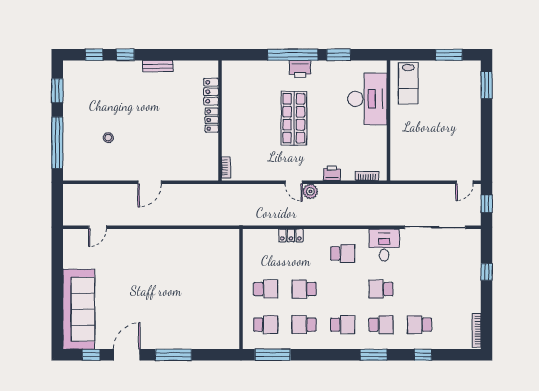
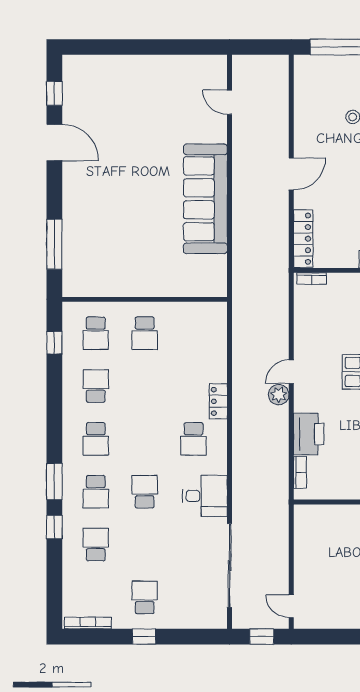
printer: (332, 173) -> (309, 434), width x1.87, depth x1.48
locker: (197, 174) -> (303, 239), added
door: (150, 182) -> (291, 174), swing flipped
locker: (291, 235) -> (218, 401), moved
window: (487, 272) -> (144, 637), moved
school desk: (304, 289) -> (145, 597), moved
sofa: (79, 309) -> (205, 199), moved, turned 90
window: (174, 355) -> (54, 244), moved
window: (273, 355) -> (54, 343), width x0.46
window: (423, 355) -> (54, 527), moved

